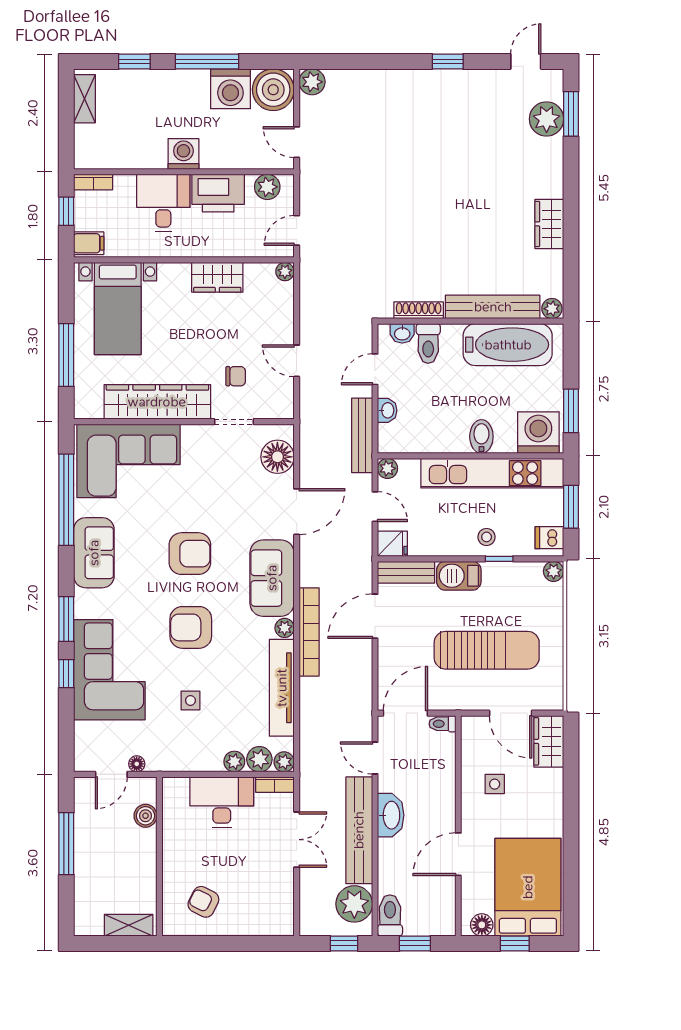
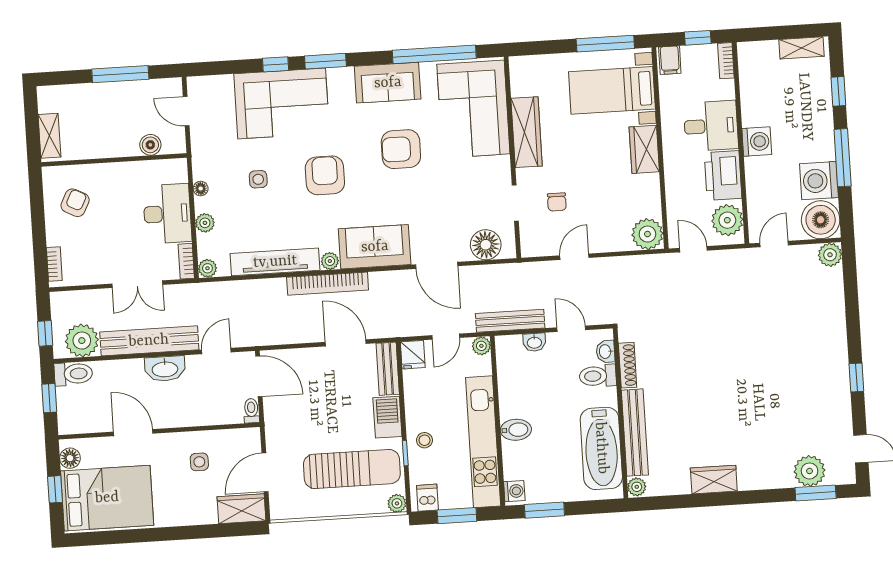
plant: (267, 187) -> (727, 220), width x1.36, depth x1.36
plant: (285, 272) -> (647, 234), width x1.88, depth x1.88
wardrobe: (217, 277) -> (644, 149), moved
window: (66, 355) -> (605, 44), moved
wardrobe: (157, 402) -> (527, 132), width x0.71, depth x0.85
washing machine: (538, 433) -> (514, 491), width x0.53, depth x0.53
armchair: (190, 554) -> (401, 149), moved, turned 90
sun lounger: (487, 650) -> (352, 469), moved, turned -90
plant: (259, 759) -> (208, 246), removed
floor lamp: (137, 764) -> (201, 189), moved
bookcase: (269, 929) -> (54, 264), added

